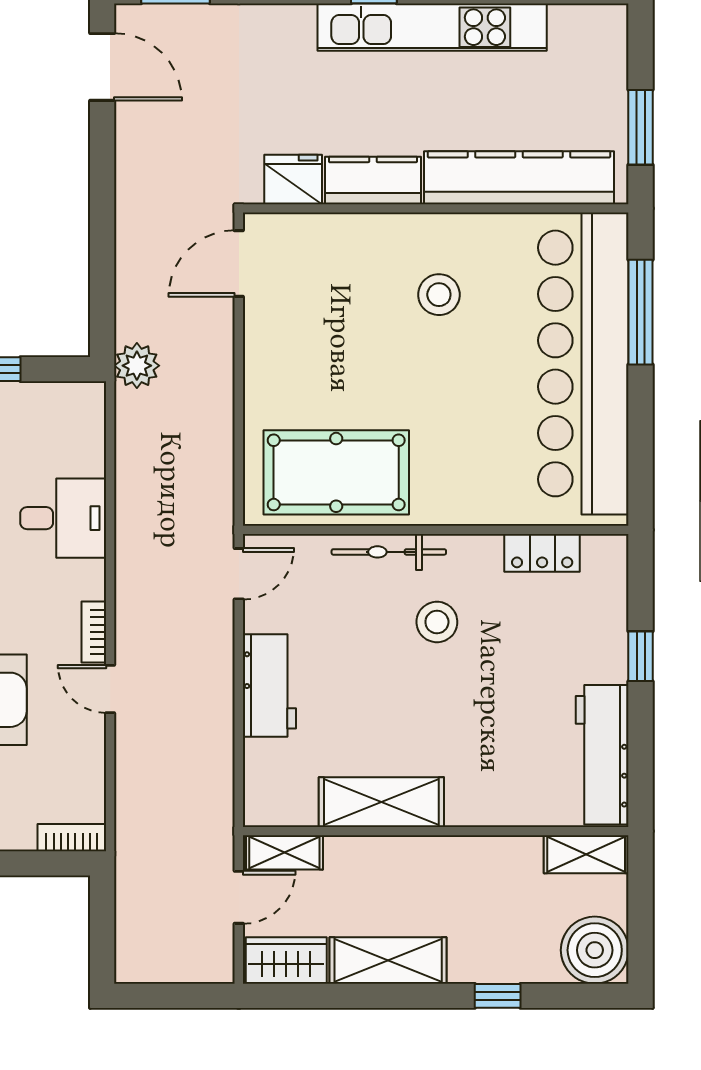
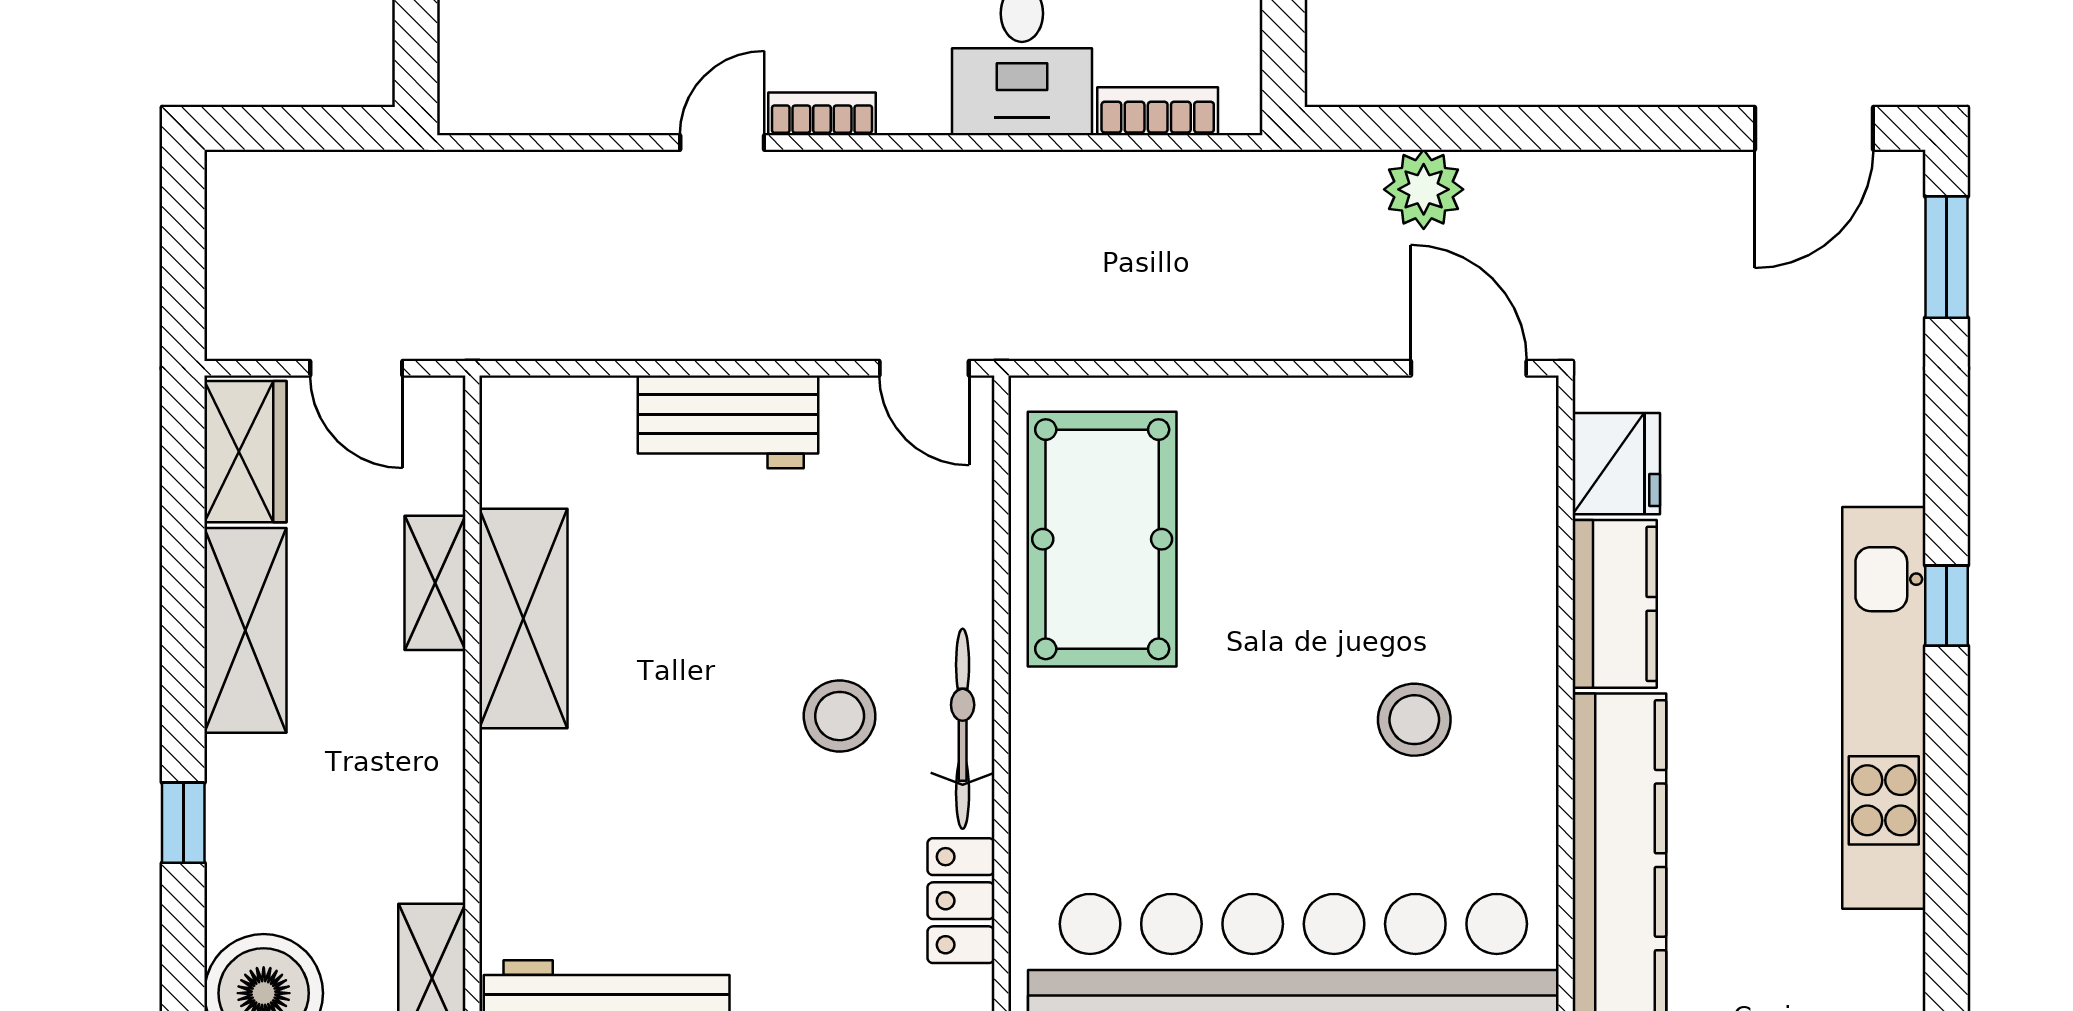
plant: (137, 366) -> (1424, 189), moved
bicycle: (389, 552) -> (963, 729), moved
bookcase: (72, 838) -> (1158, 111), moved, turned -90
shelving: (284, 852) -> (435, 583), moved

